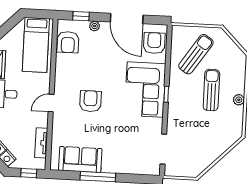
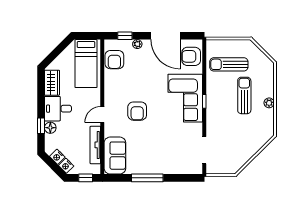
armchair: (154, 43) -> (191, 56), turned -90
sun lounger: (196, 54) -> (229, 64), turned -124
armchair: (90, 101) -> (137, 111), turned 180
tv unit: (41, 143) -> (95, 145), width x1.41
sofa: (80, 159) -> (115, 156), moved, turned 90

